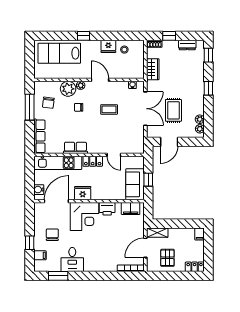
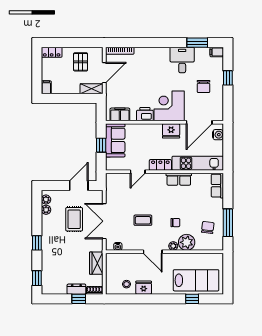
window: (84, 36) -> (192, 299), moved
dresser: (187, 45) -> (76, 289), moved
row of seats: (39, 136) -> (217, 186), width x0.68
door: (114, 155) -> (138, 172), swing flipped
filing cabinet: (40, 255) -> (217, 52), moved

